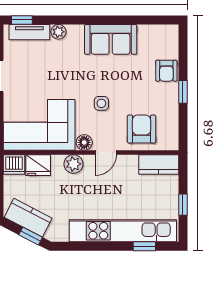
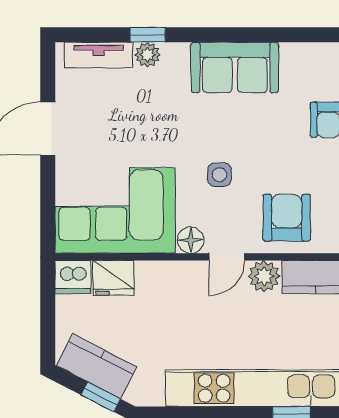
window: (22, 20) -> (148, 35), moved
plant: (74, 164) -> (264, 276), moved

